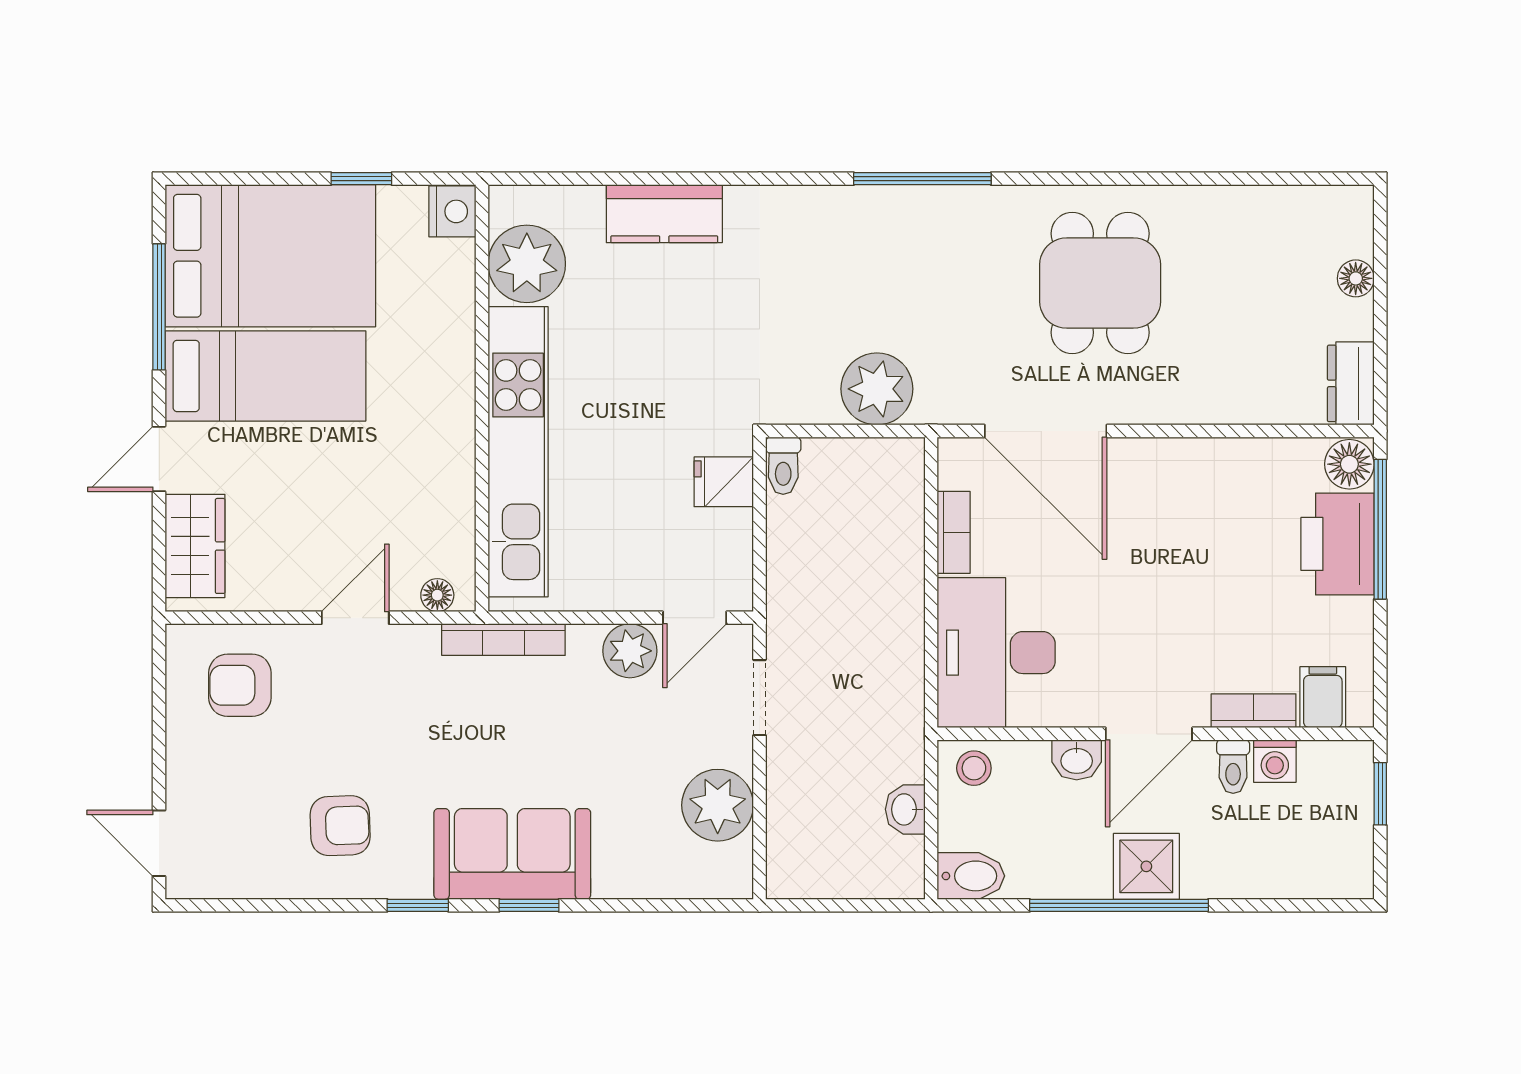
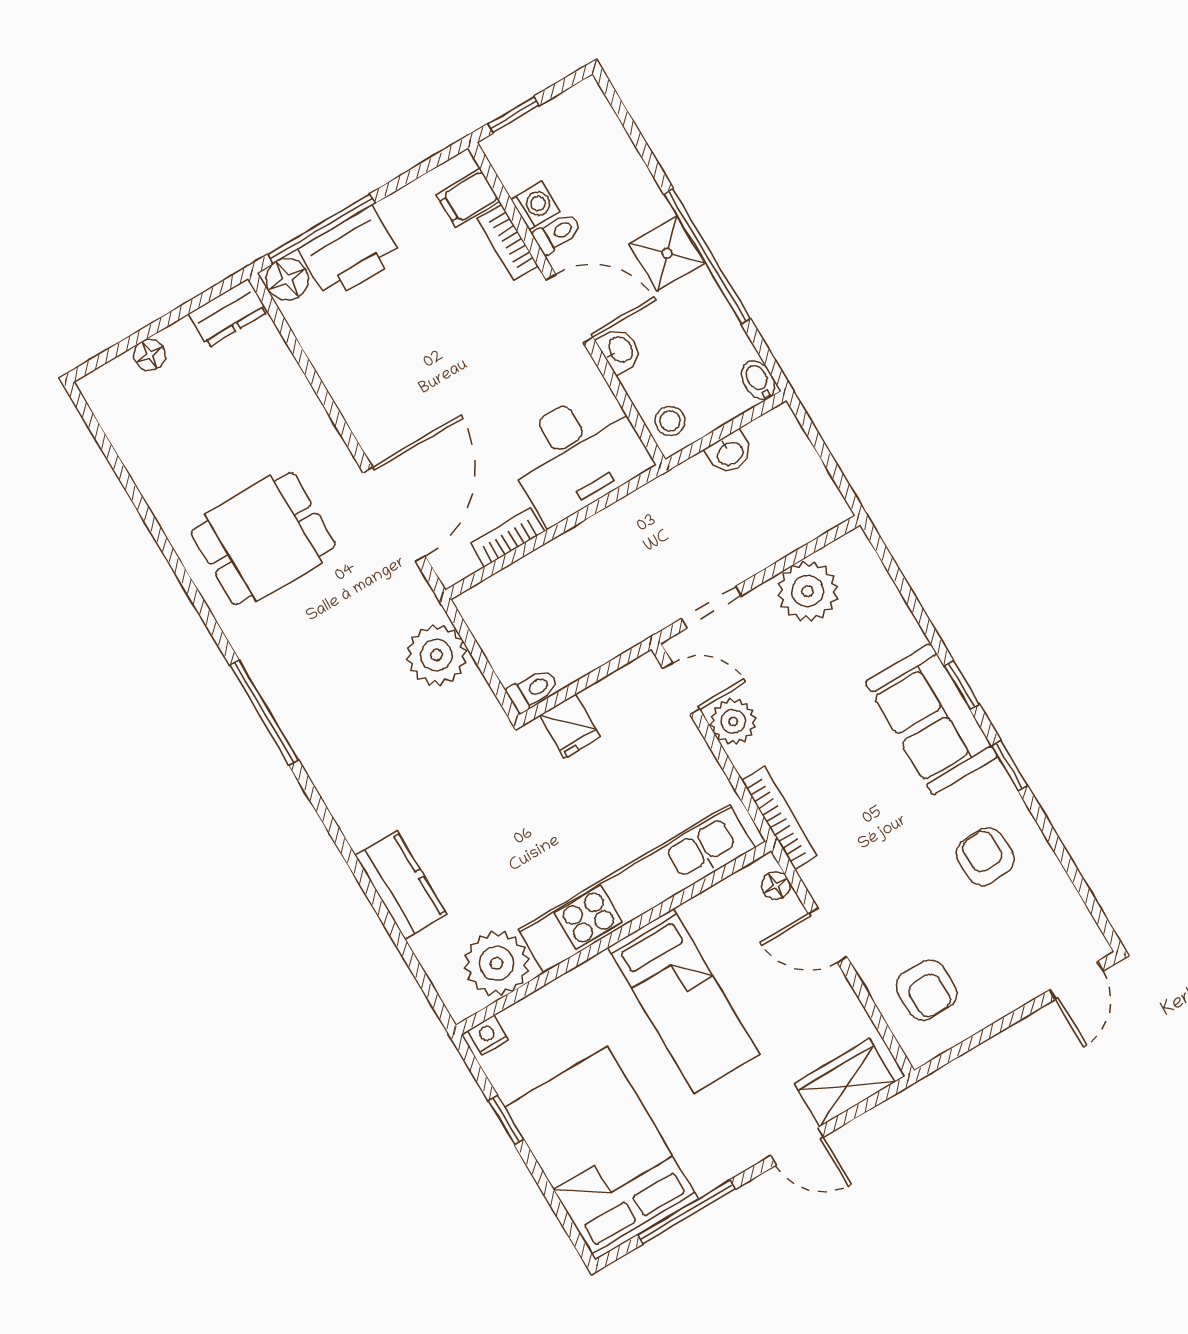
nightstand: (452, 211) -> (488, 1035), width x0.72, depth x0.74
bed: (265, 376) -> (684, 1001), moved, turned 180
bidet: (971, 876) -> (758, 380), width x0.72, depth x0.74

